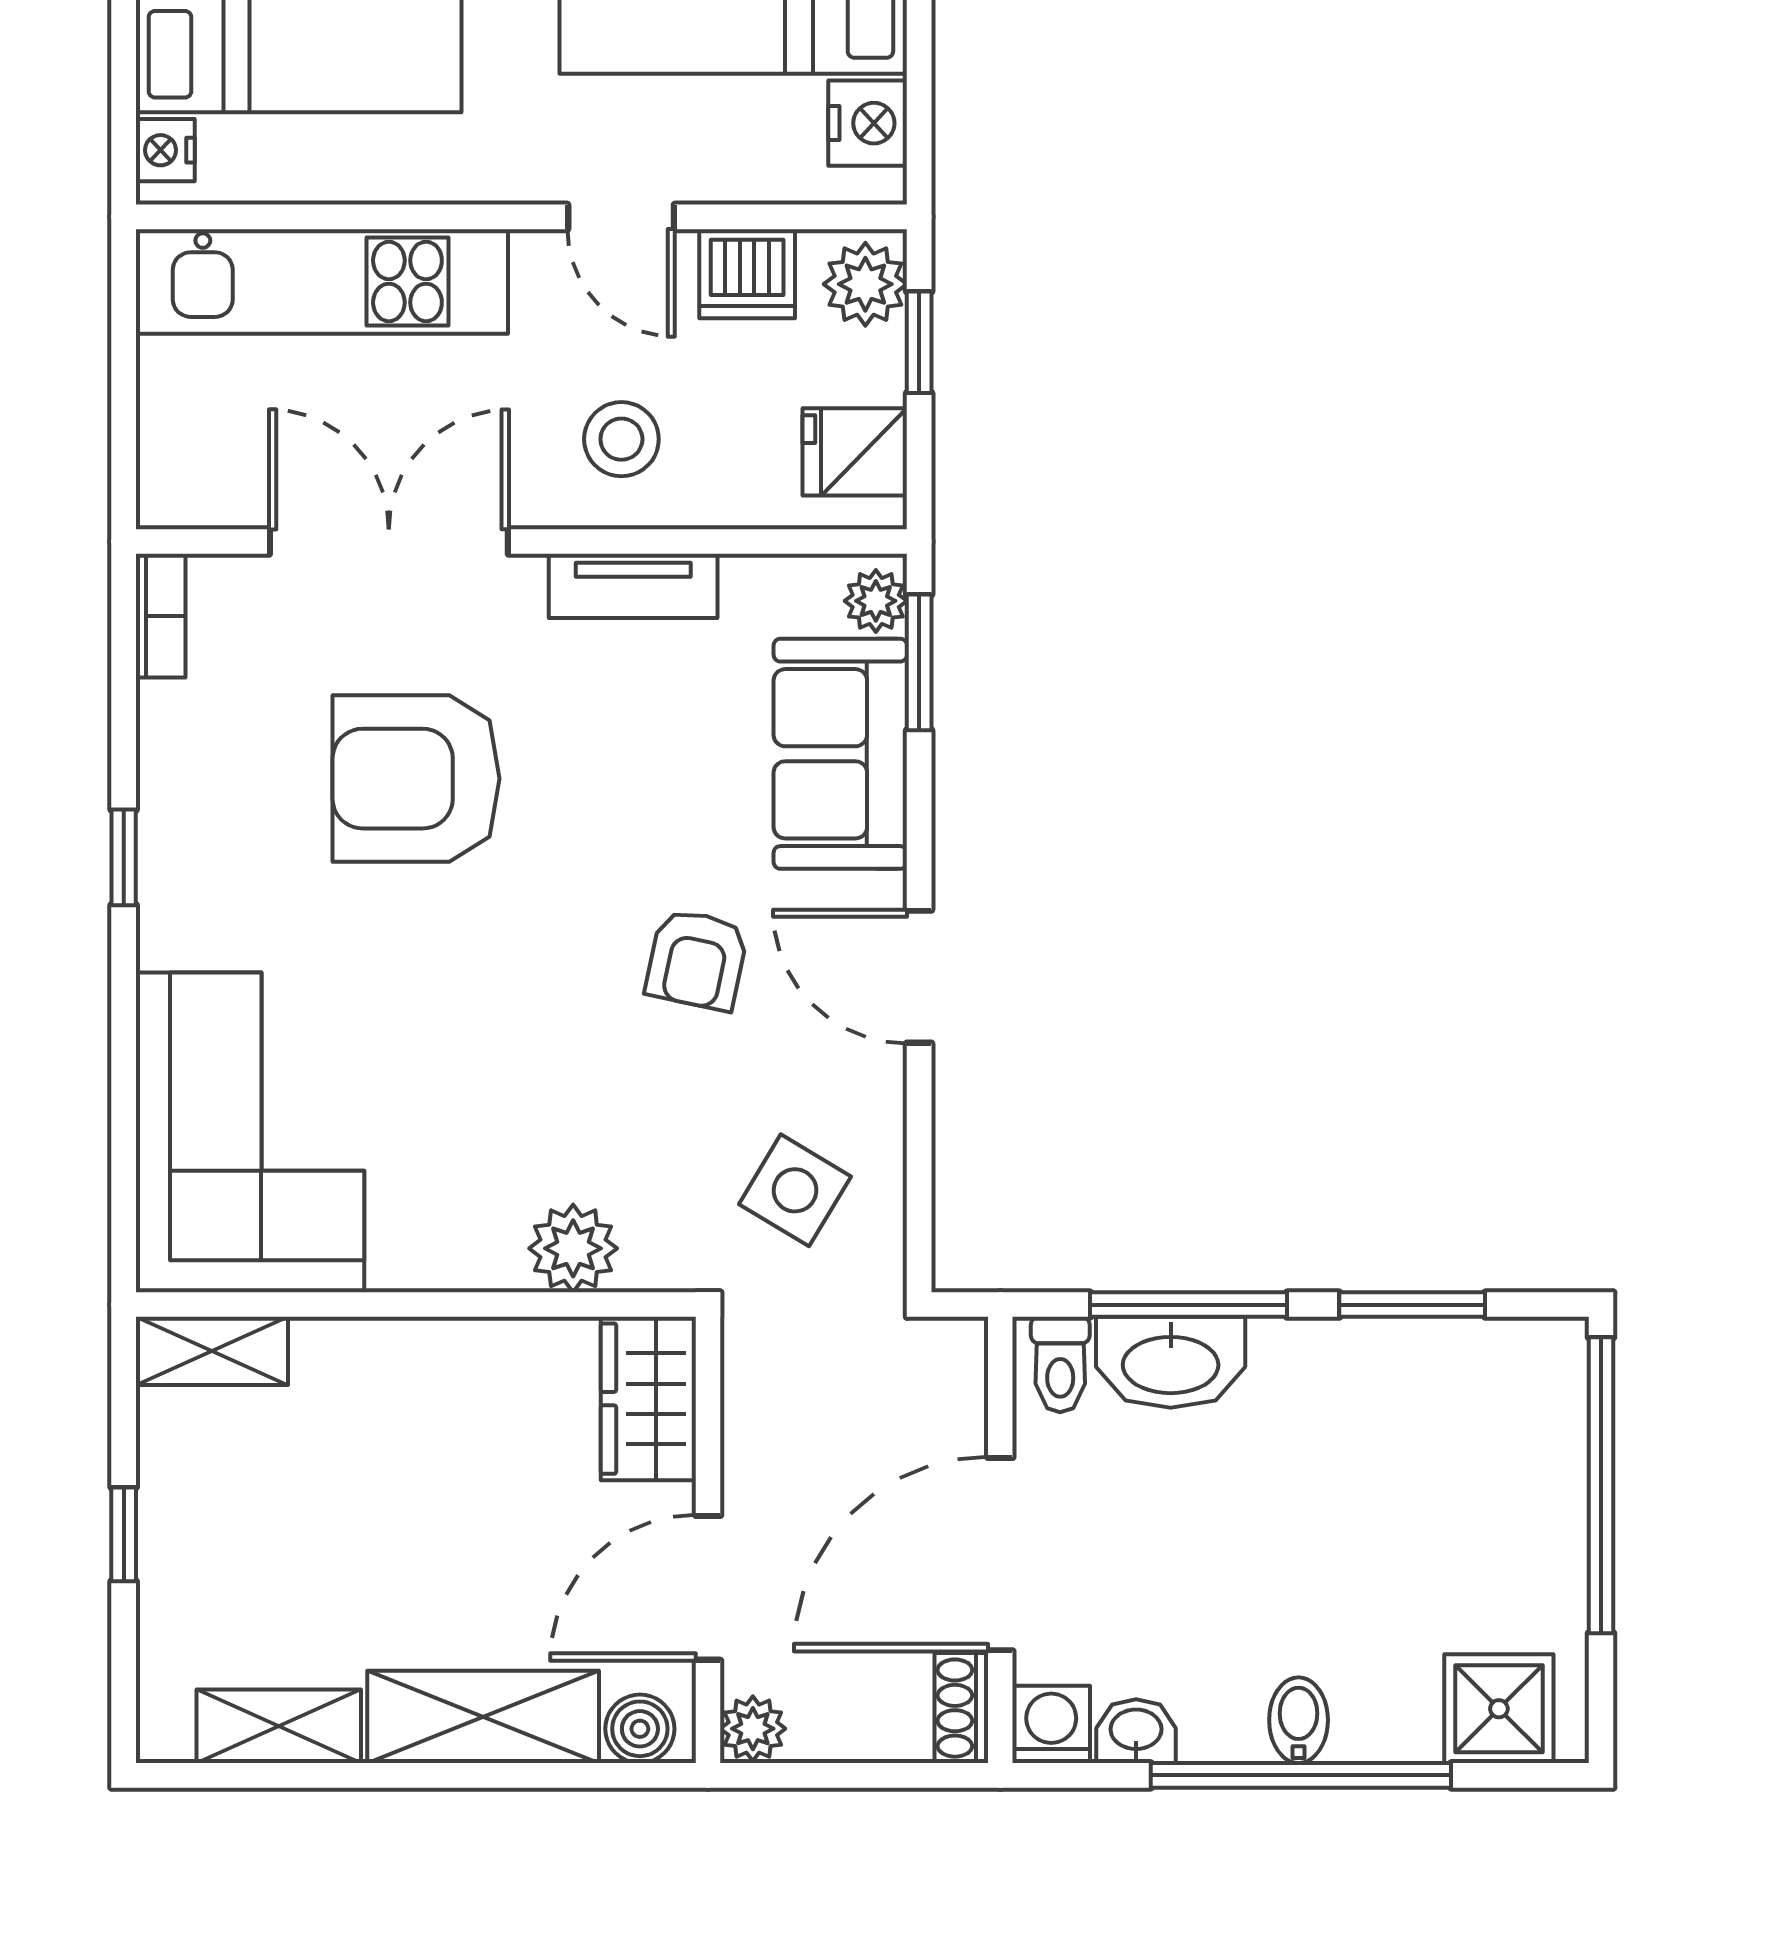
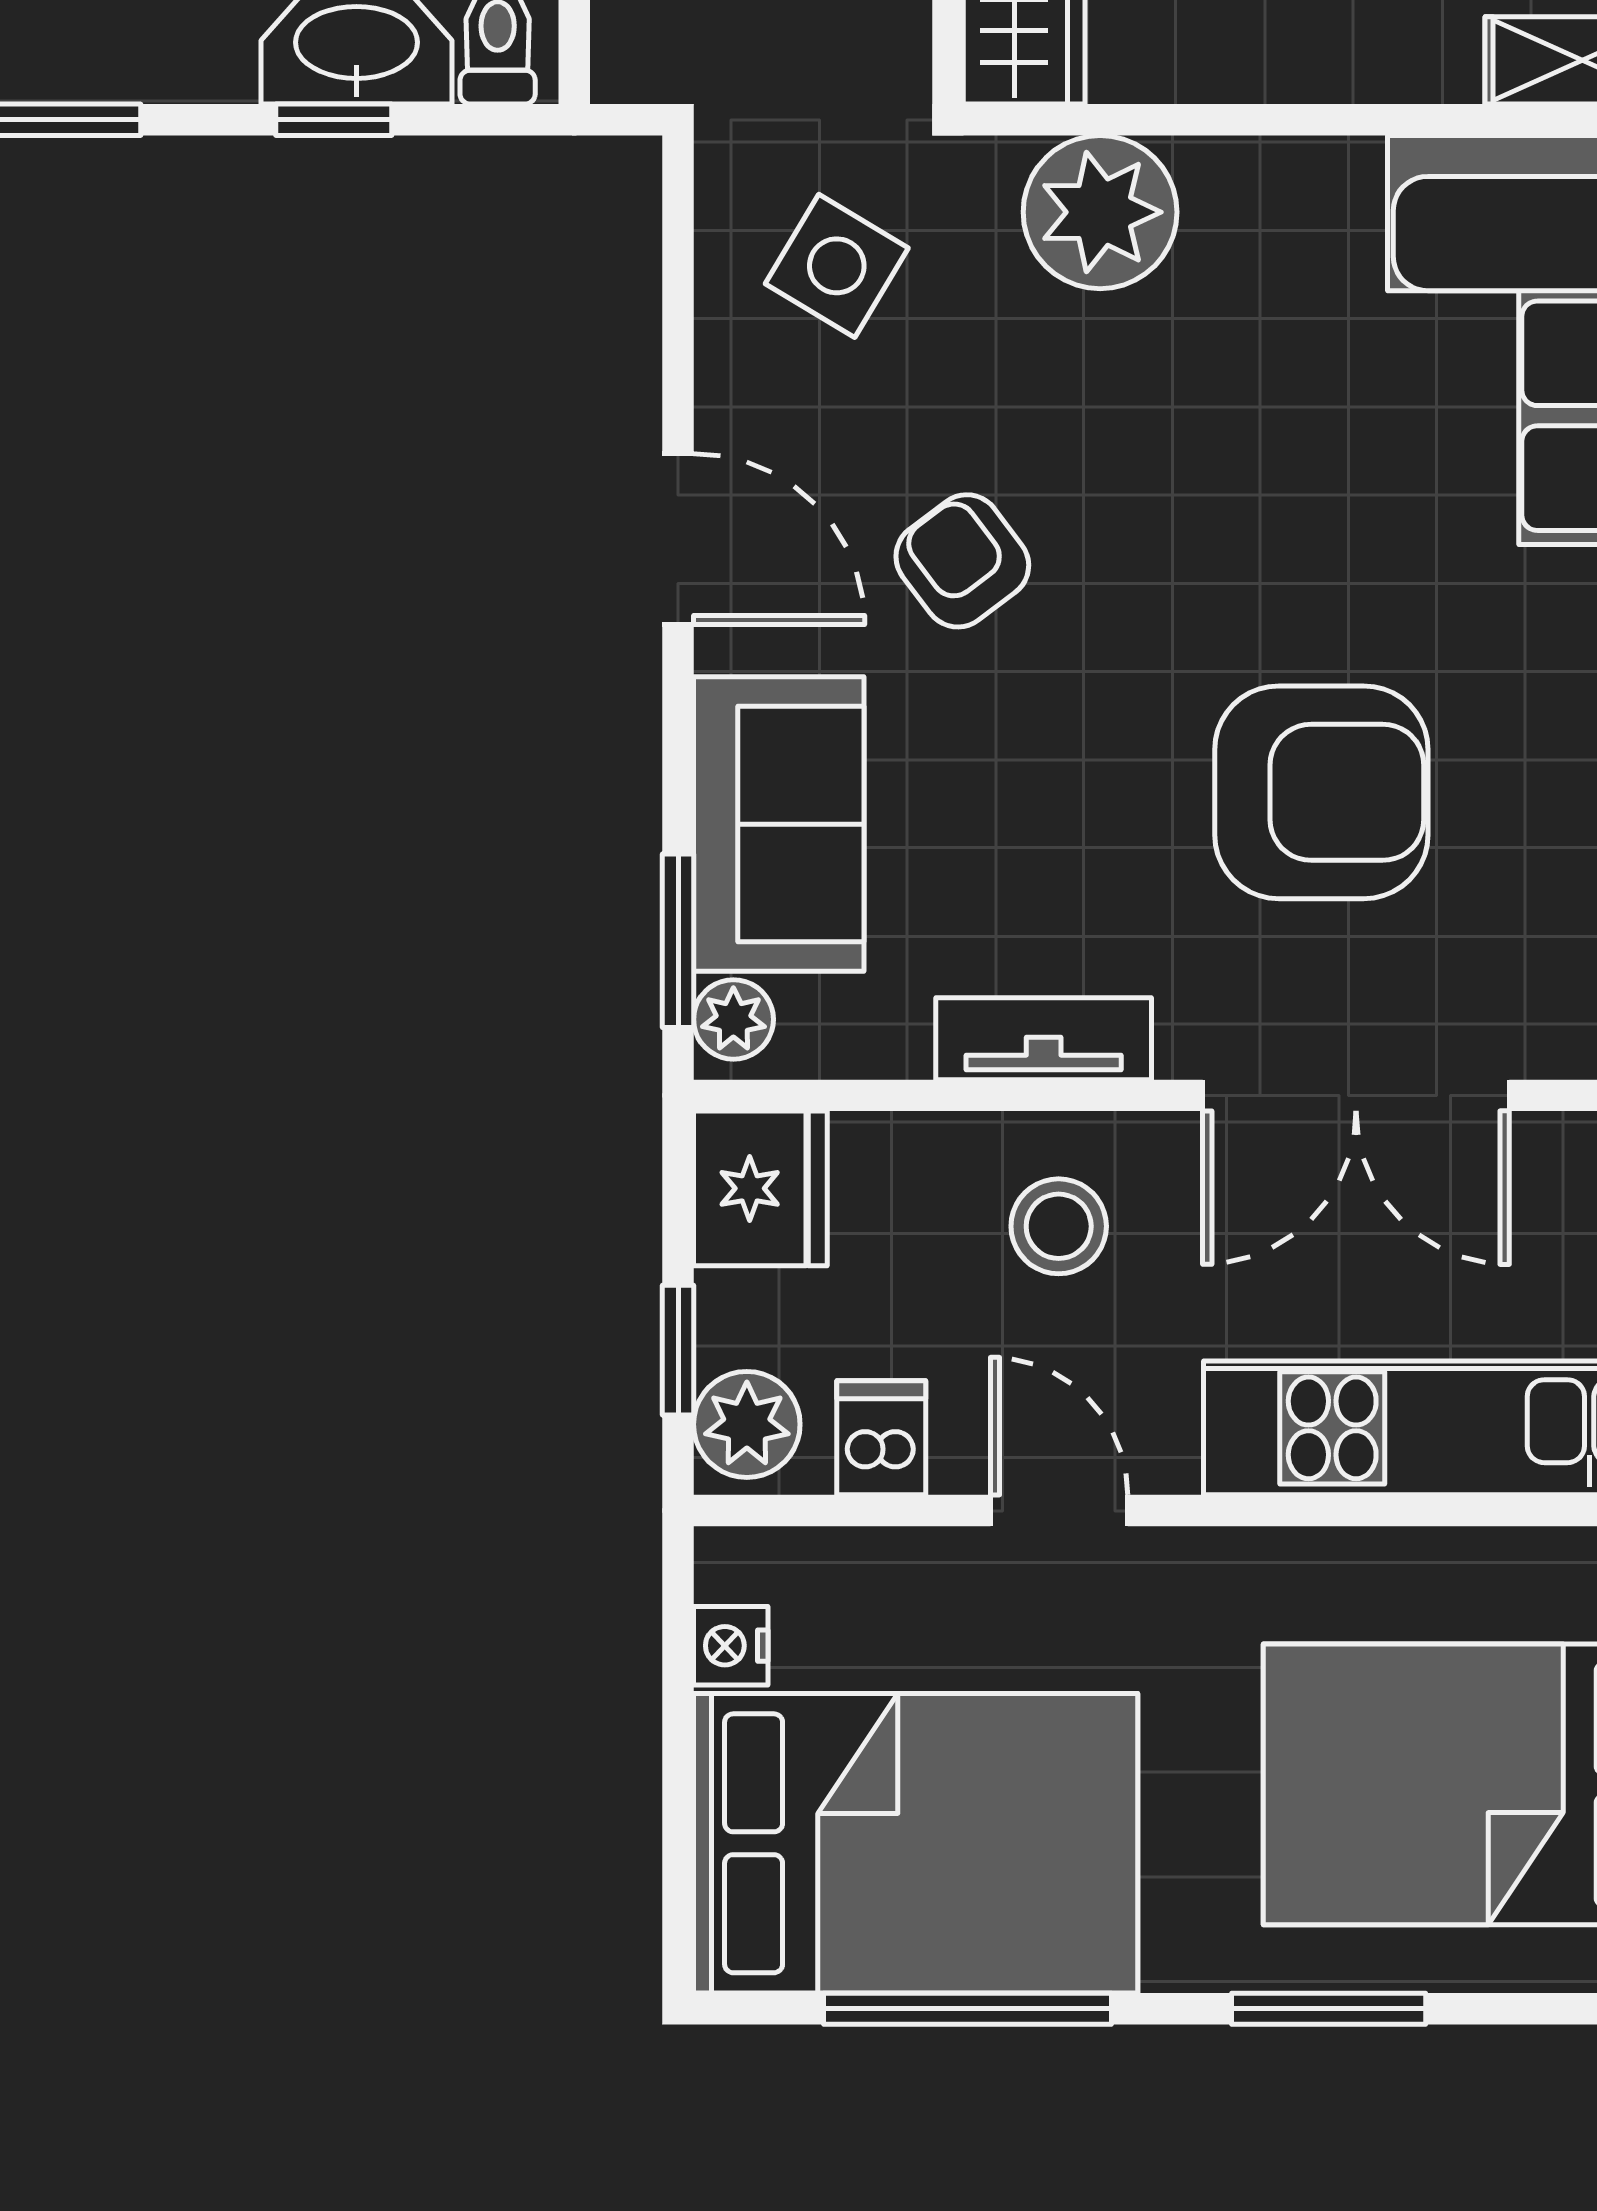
nightstand: (868, 123) -> (731, 1646), width x0.72, depth x0.74
dishwasher: (747, 274) -> (881, 1438), width x0.73
fridge: (855, 452) -> (760, 1188), width x1.38
armchair: (697, 960) -> (962, 561), turned -49
plant: (573, 1248) -> (1100, 212), width x1.36, depth x1.36
window: (1188, 1305) -> (334, 120), width x0.46

